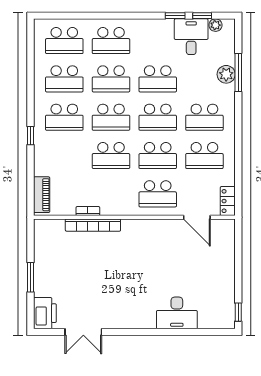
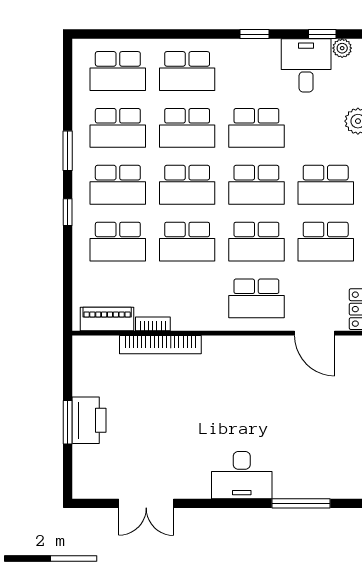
window: (175, 16) -> (255, 34), moved
window: (30, 94) -> (68, 151), added
school desk: (64, 156) -> (118, 242), added
piano: (42, 195) -> (107, 319), moved, turned -90
printer: (45, 313) -> (89, 420), moved
desk: (177, 313) -> (242, 475), moved
window: (188, 332) -> (301, 503), added

